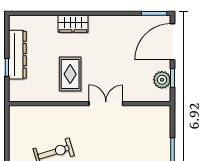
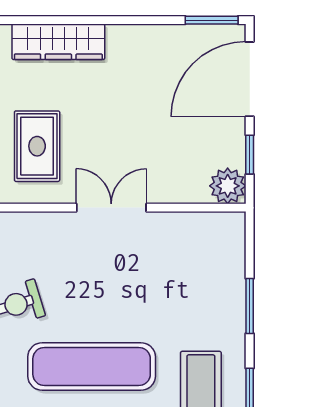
wardrobe: (73, 24) -> (58, 42), width x1.50
plant: (162, 80) -> (228, 186), moved

